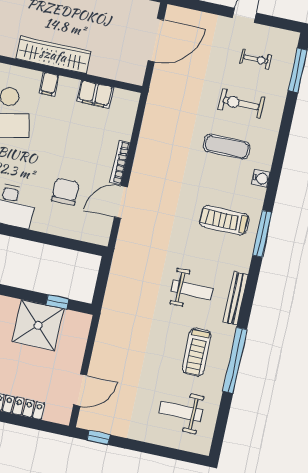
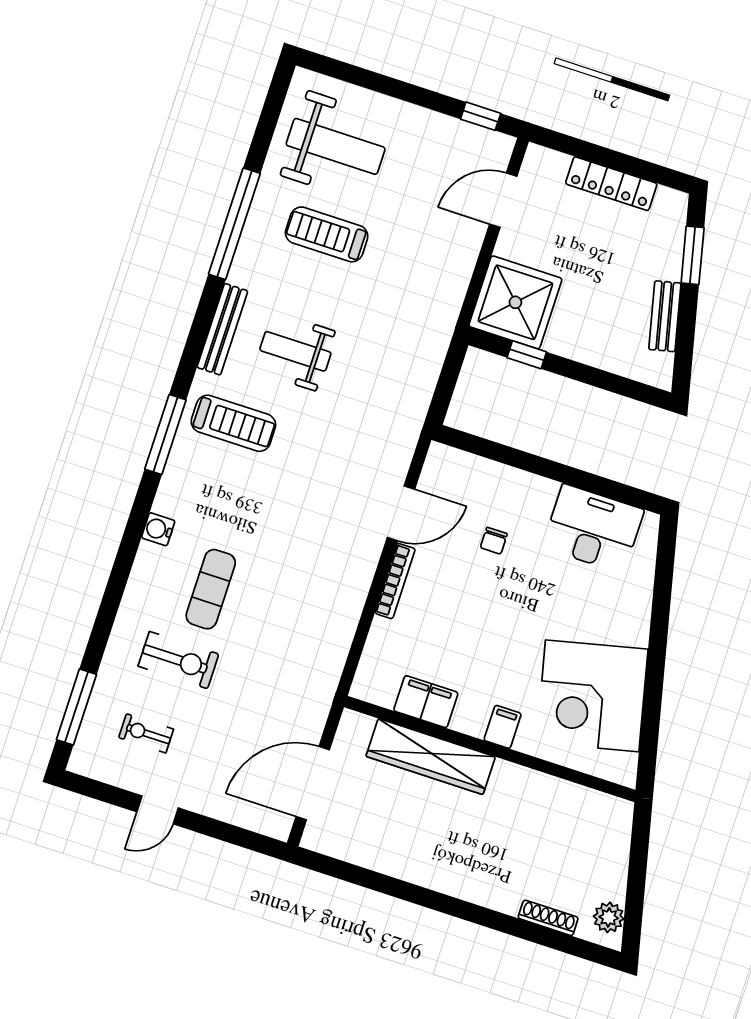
wardrobe: (53, 55) -> (431, 757), moved
exercise mat: (227, 147) -> (211, 589), turned 90
chair: (65, 192) -> (494, 541), width x0.54, depth x0.54
treadmill: (224, 220) -> (233, 423), moved
shower: (38, 325) -> (515, 302), moved
treadmill: (197, 352) -> (327, 234), moved, turned -90
weight bench: (181, 411) -> (336, 146), width x1.36, depth x1.33

